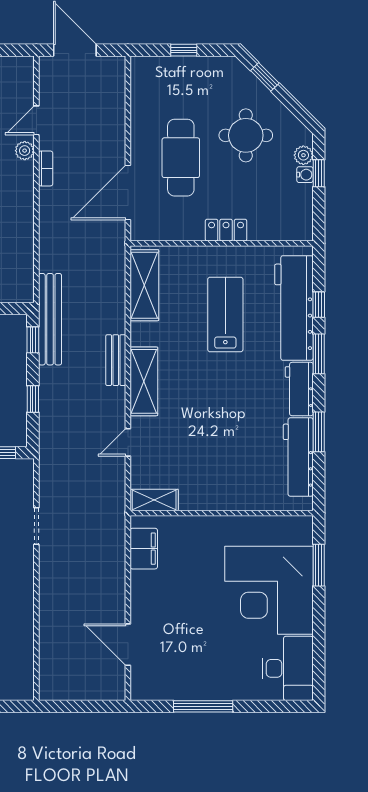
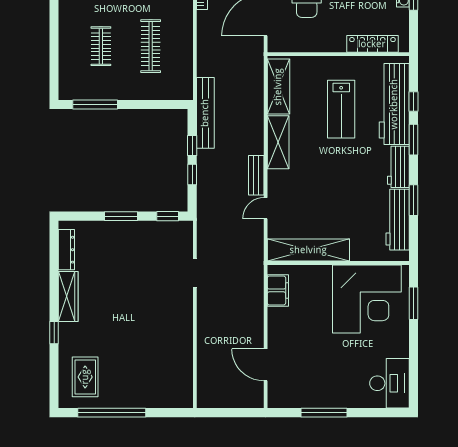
locker: (226, 230) -> (372, 44), moved, width x1.53
lab bench: (225, 314) -> (341, 109), turned 180
window: (33, 340) -> (192, 145), moved
bench: (116, 360) -> (256, 175), moved
shelving: (144, 381) -> (278, 142), moved
shelving: (154, 500) -> (308, 250), width x2.20, depth x1.33
corner desk: (269, 590) -> (367, 299), moved, turned -90

